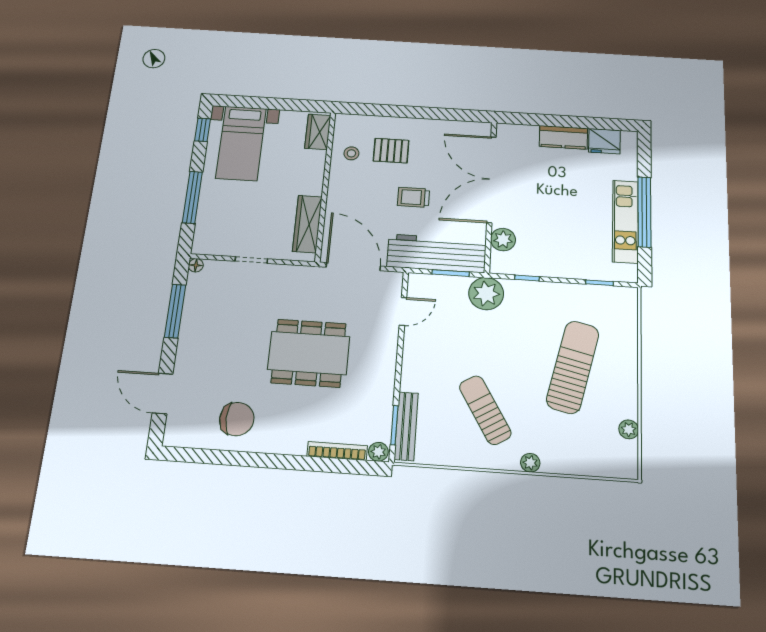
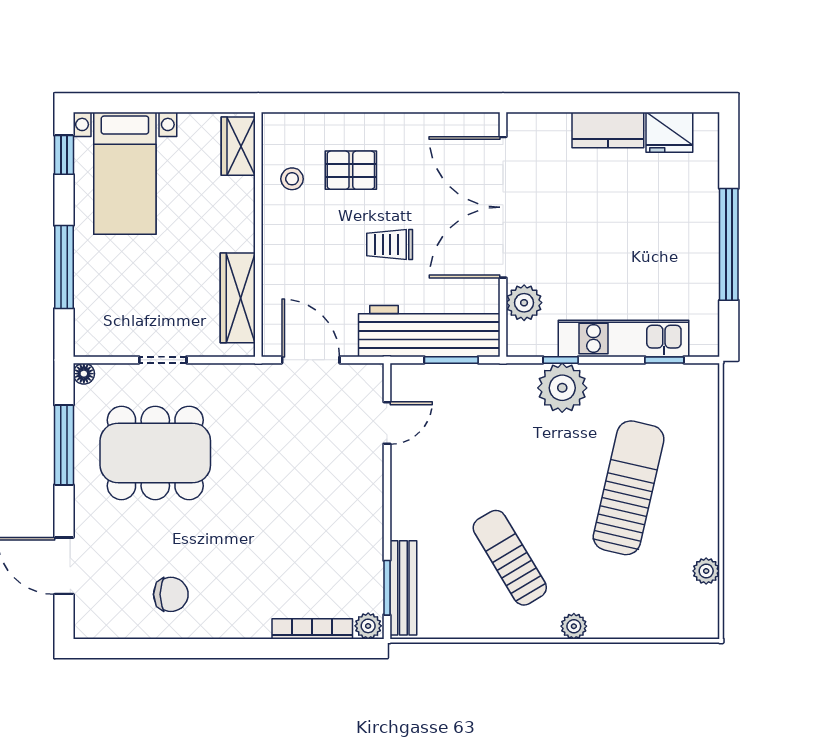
kitchen unit: (625, 221) -> (623, 338), moved, turned 90
door: (353, 267) -> (311, 360), width x0.73
plant: (486, 294) -> (562, 388), moved
dining table: (309, 353) -> (155, 453), moved
chair: (237, 419) -> (171, 594), width x0.73, depth x0.73

